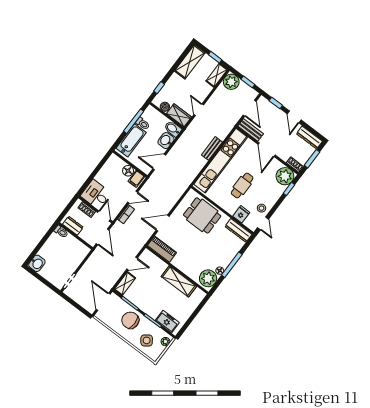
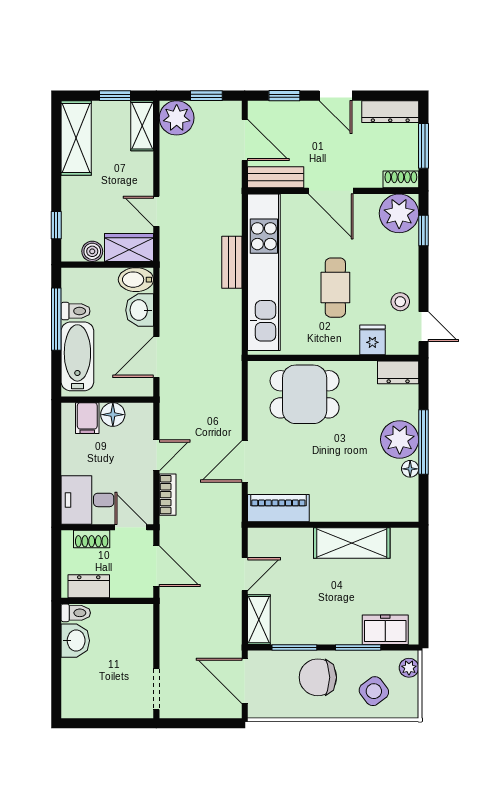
filing cabinet: (136, 179) -> (87, 418), moved
dresser: (238, 230) -> (398, 372), width x0.70
washbasin: (37, 263) -> (75, 641), moved
plant: (208, 278) -> (400, 439), moved

